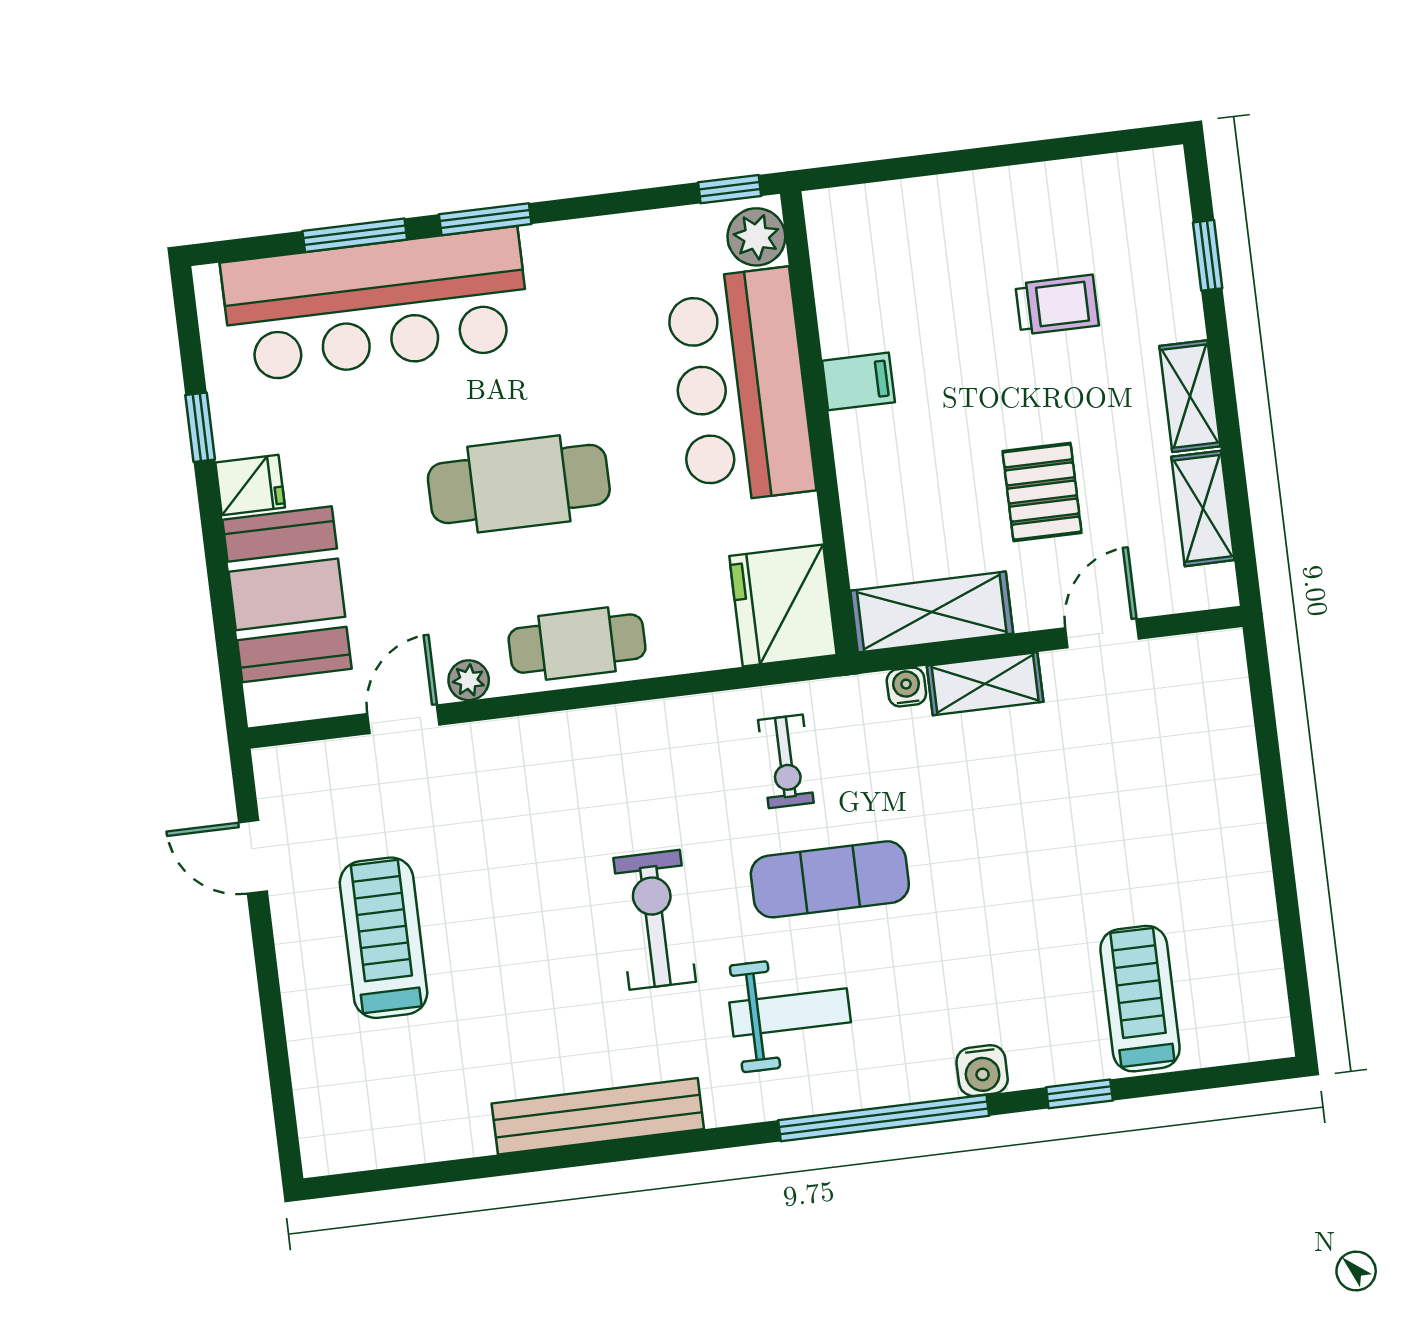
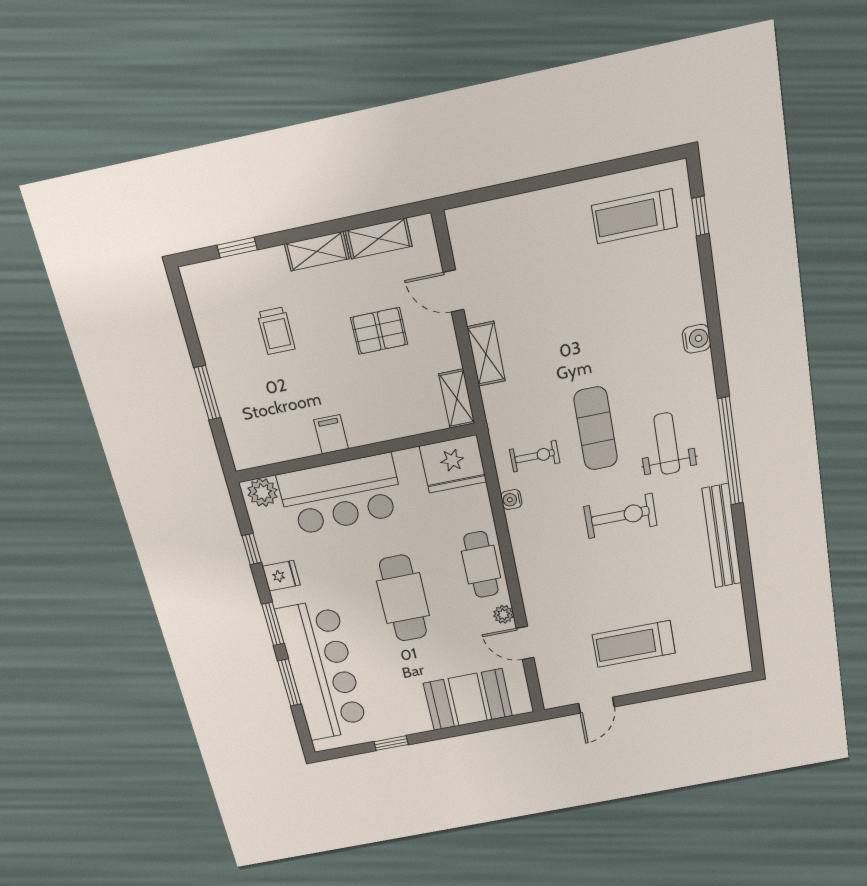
window: (954, 162) -> (207, 393), added
window: (730, 189) -> (252, 549), moved
trolley: (1057, 305) -> (276, 331), turned 180
fridge: (250, 485) -> (281, 576), moved, turned 90
shelving: (932, 612) -> (457, 399), width x0.67, depth x0.75
water cooler: (906, 687) -> (511, 499), moved
exercise bike: (655, 920) -> (620, 516), turned 180
treadmill: (1140, 999) -> (634, 216), moved
window: (1079, 1094) -> (700, 216), moved
window: (884, 1118) -> (730, 451), moved

